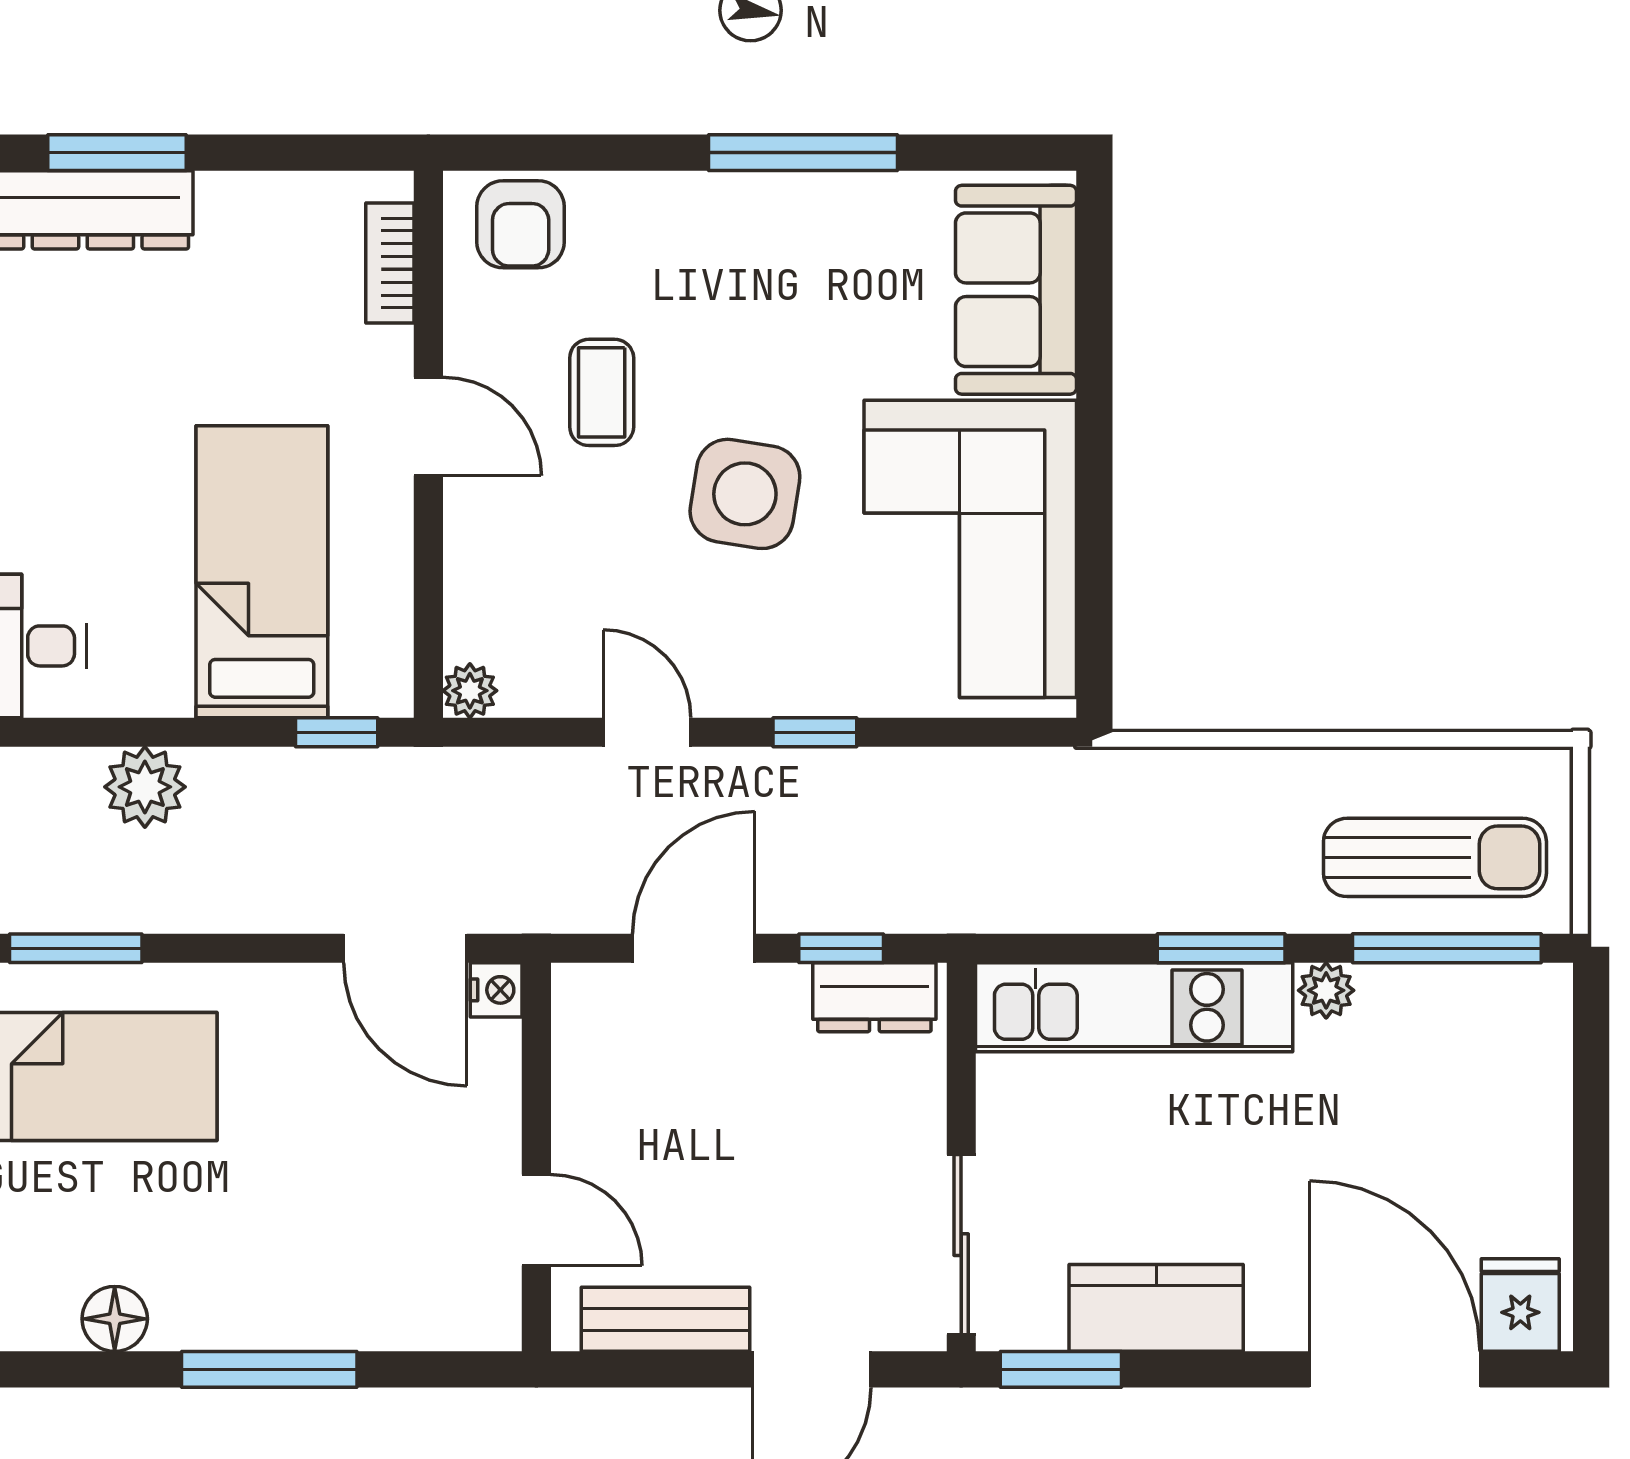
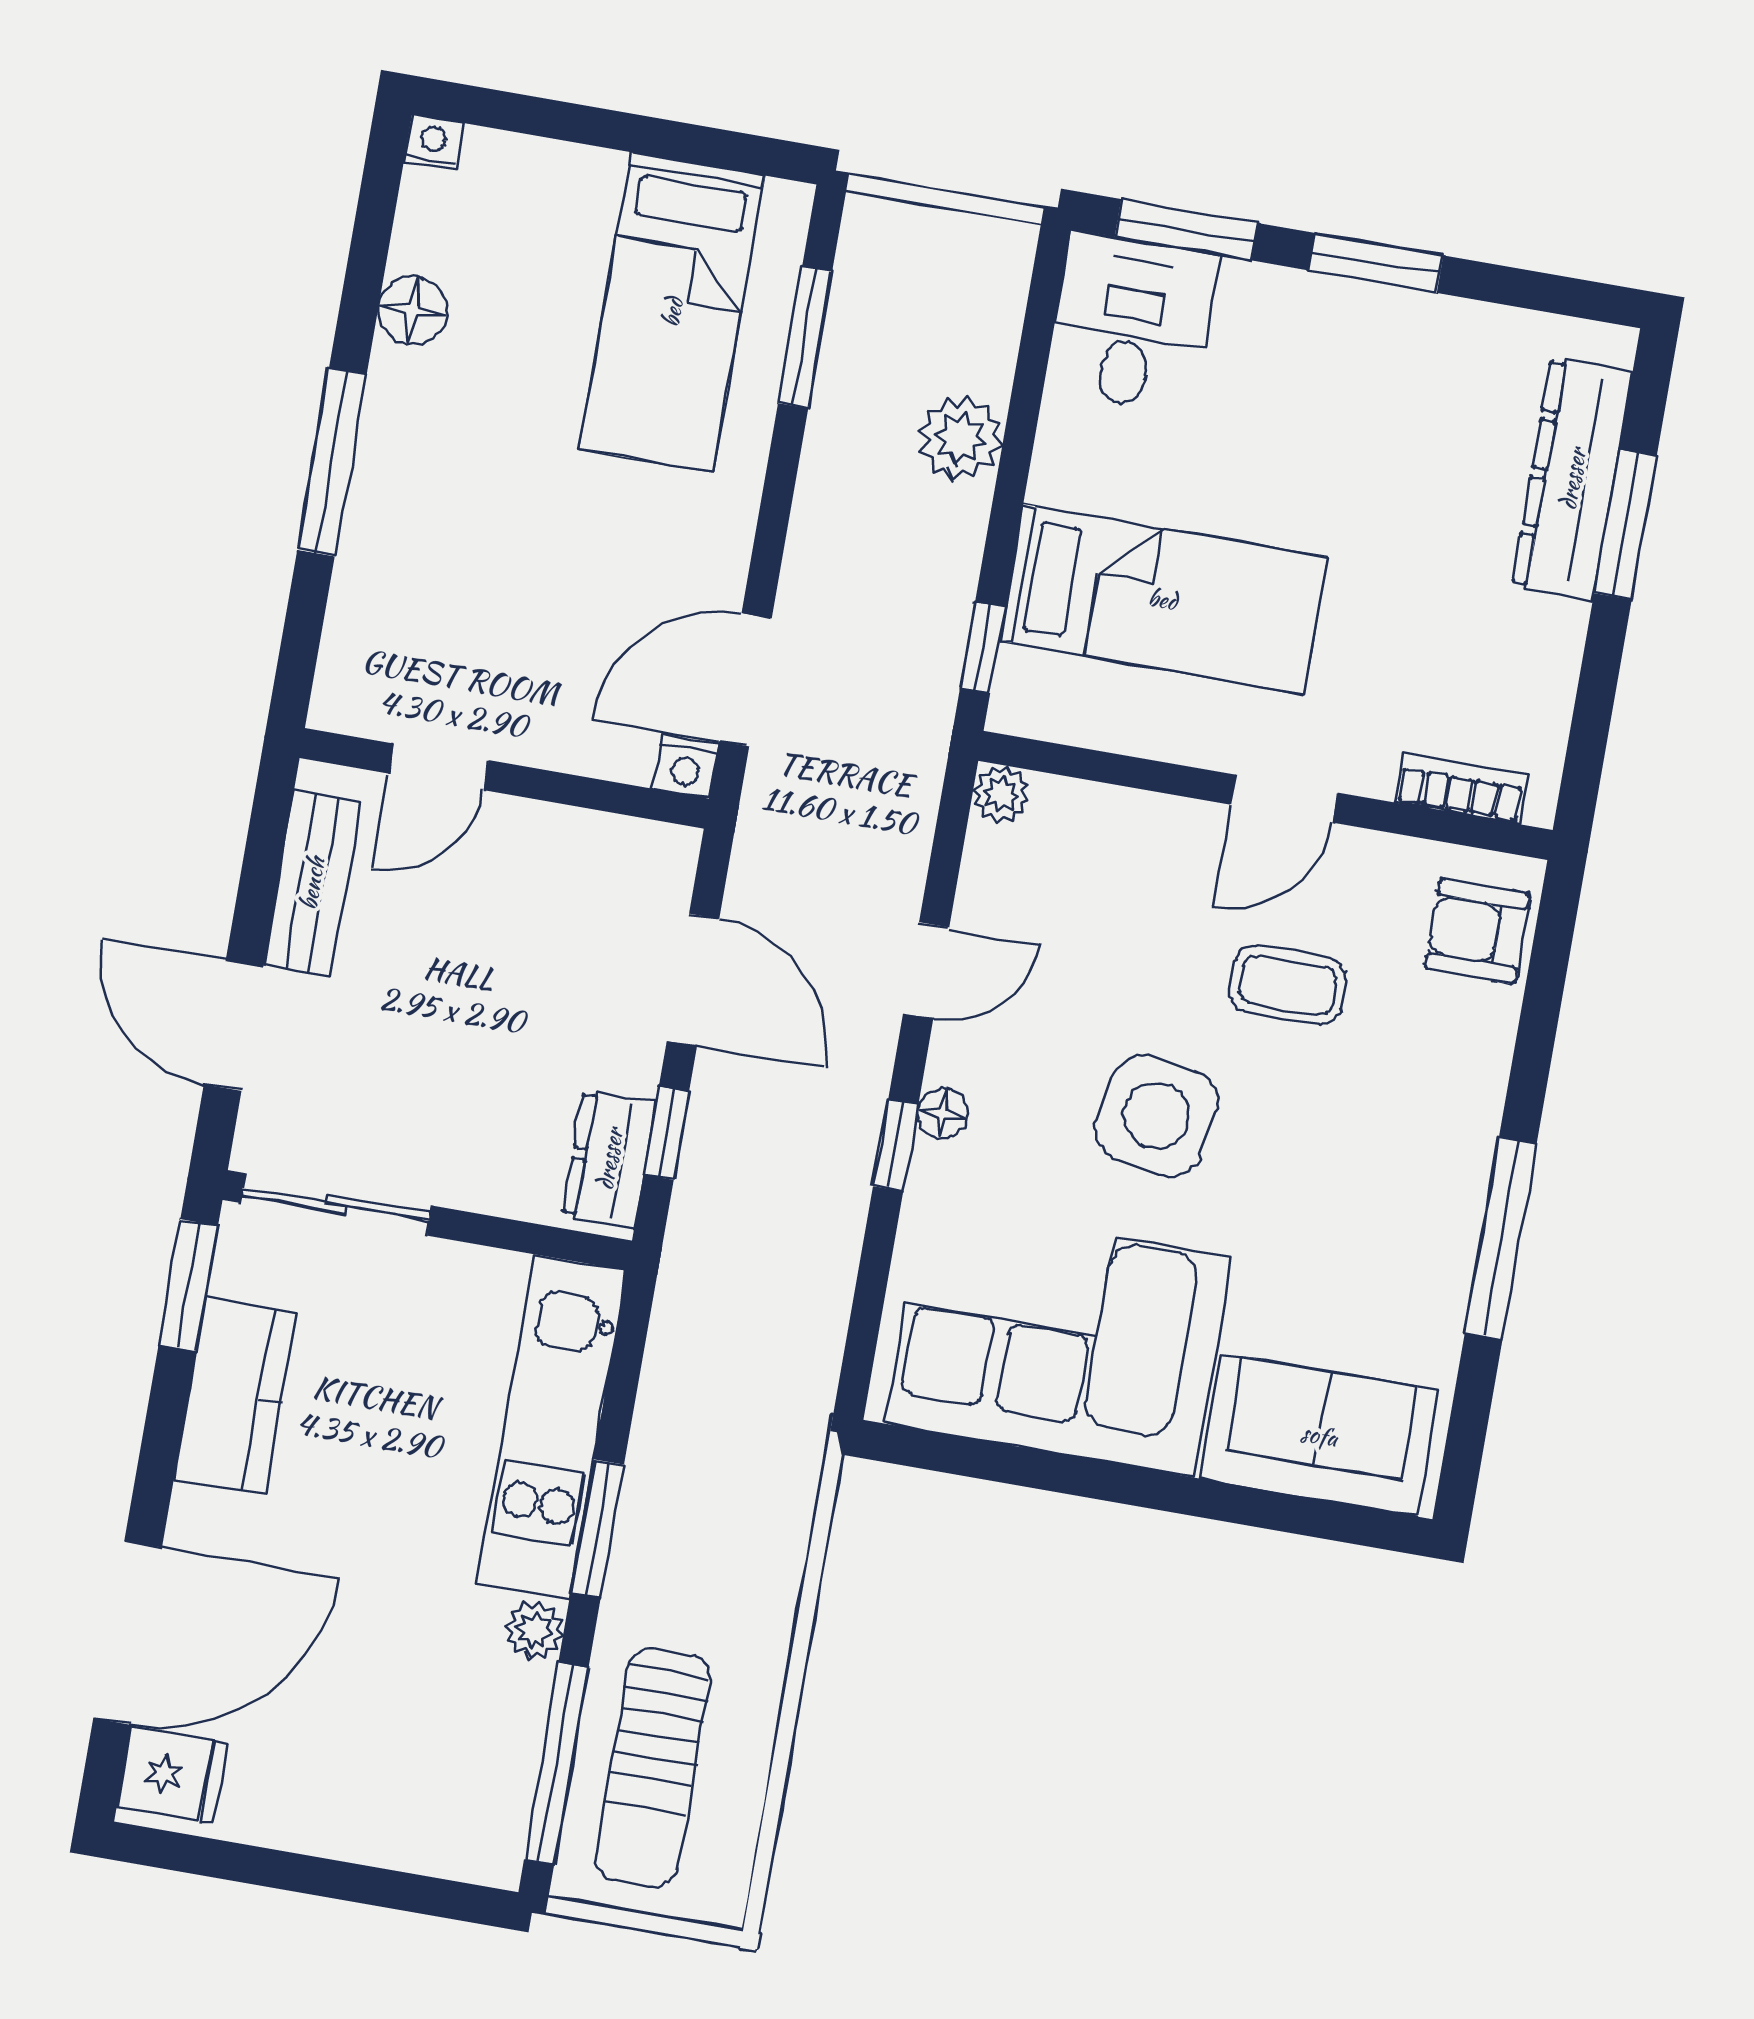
floor lamp: (778, 694) -> (942, 1113), added

